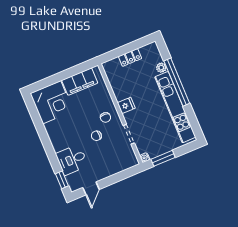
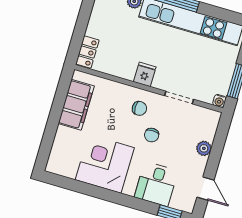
locker: (130, 57) -> (87, 52), moved
corner desk: (52, 102) -> (105, 164), moved, turned -90
plant: (112, 170) -> (204, 148), added

